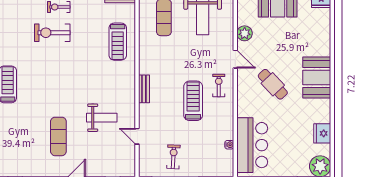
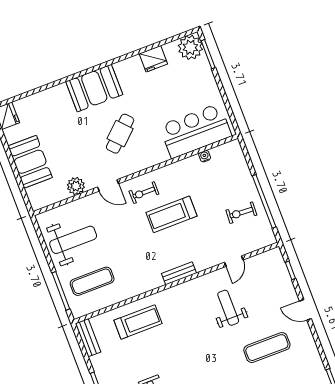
door: (235, 59) -> (108, 185), swing flipped

